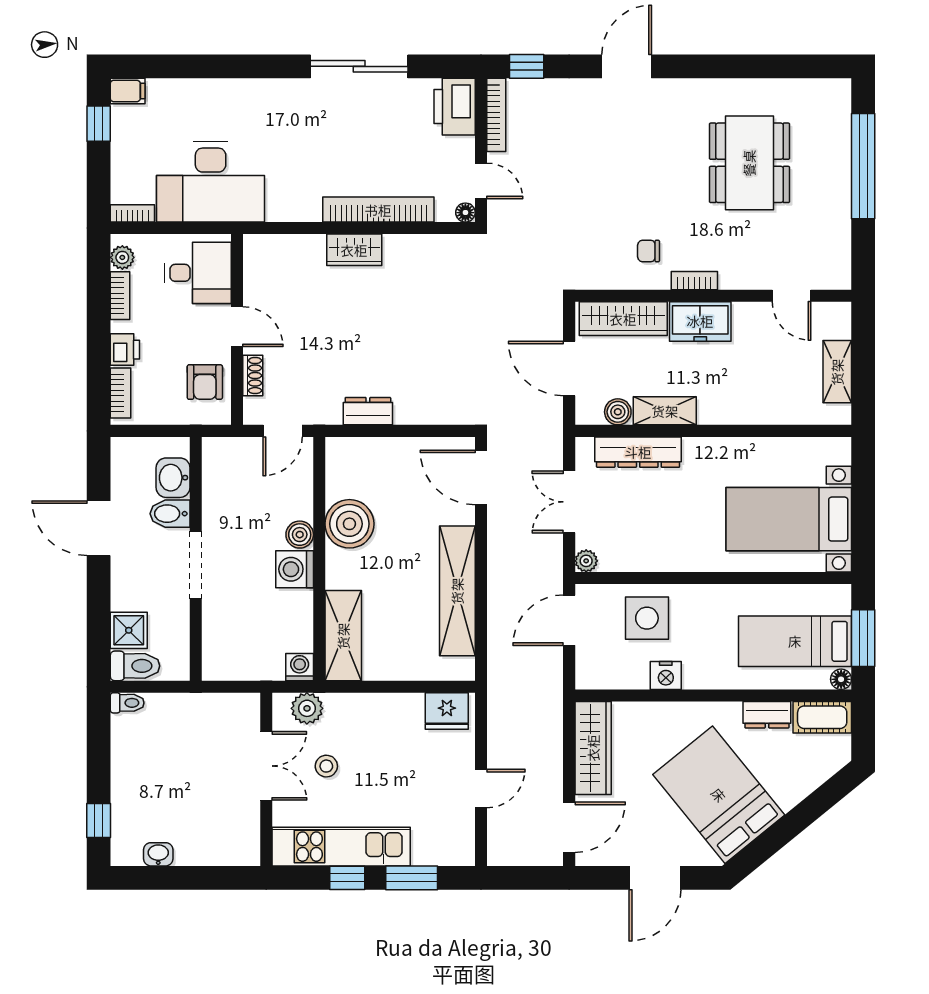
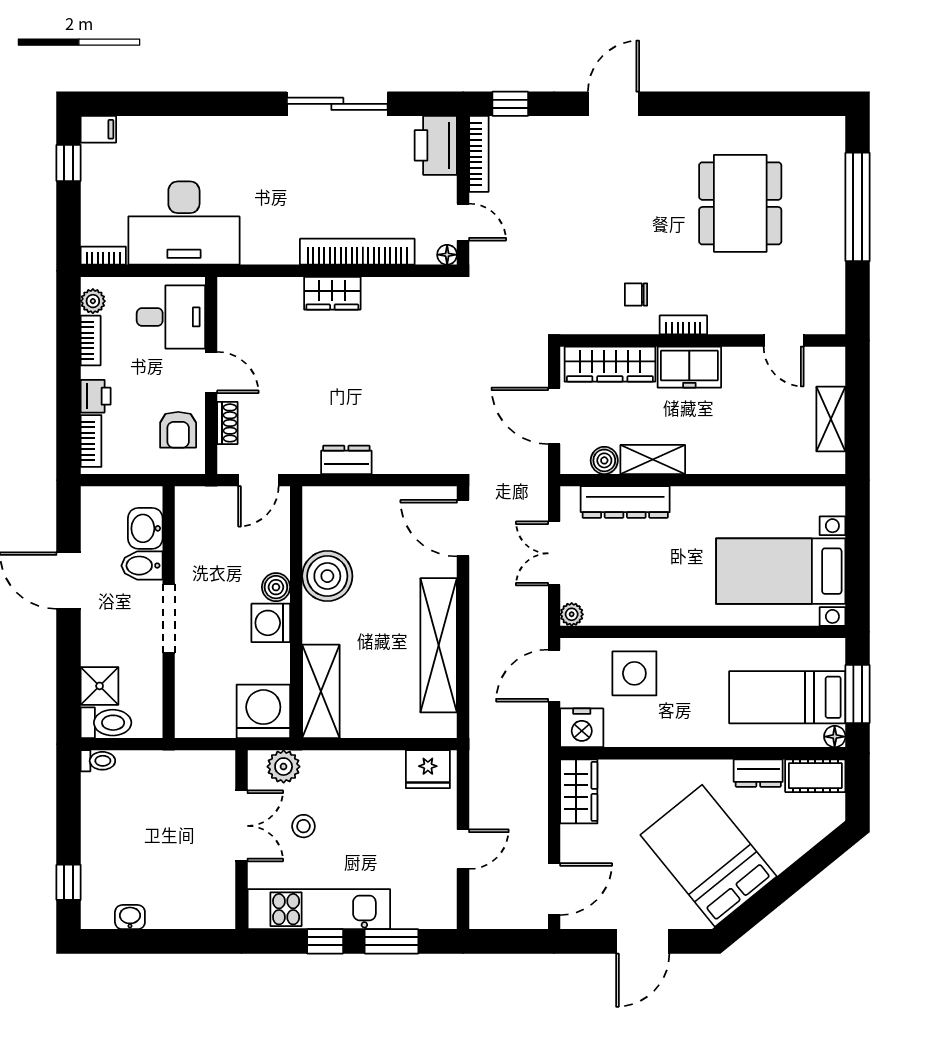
washing machine: (300, 667) -> (263, 711), width x1.89, depth x1.89
nightstand: (666, 675) -> (582, 728), moved, width x1.36, depth x1.33
wardrobe: (593, 748) -> (579, 791), width x0.67

